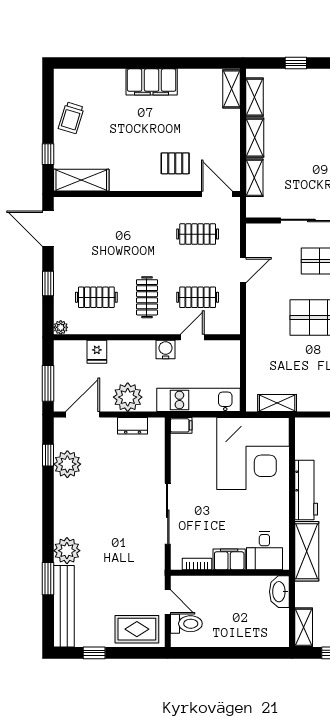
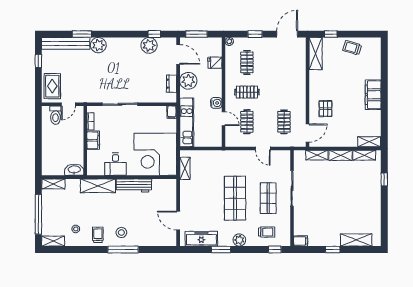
desk: (264, 551) -> (115, 164), moved, turned -90

